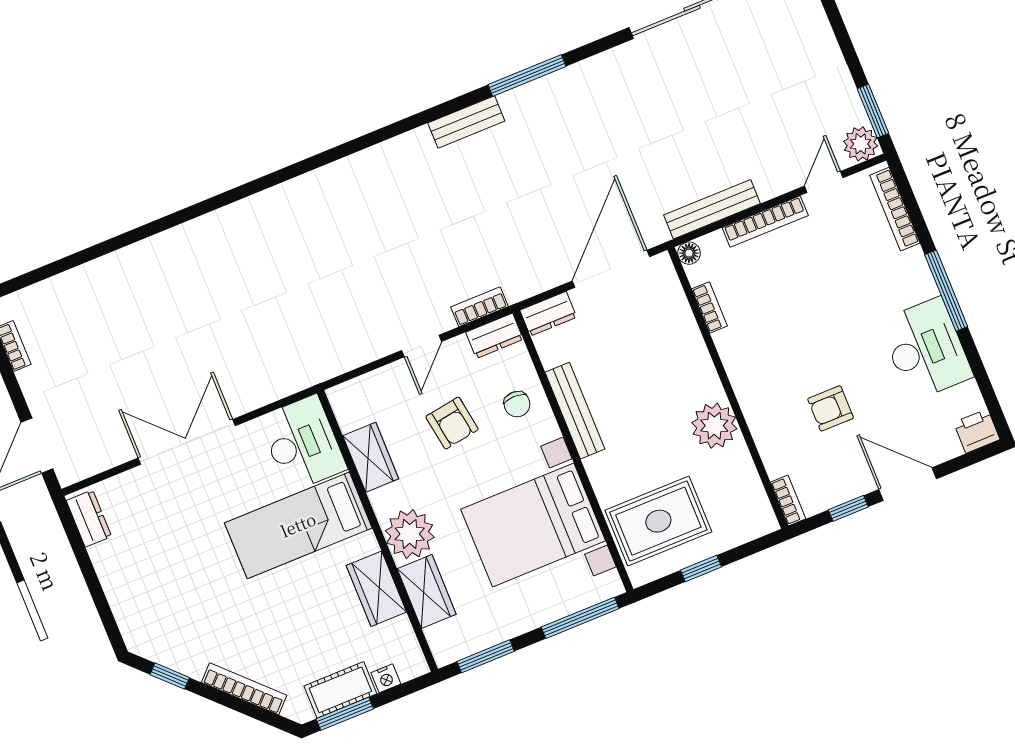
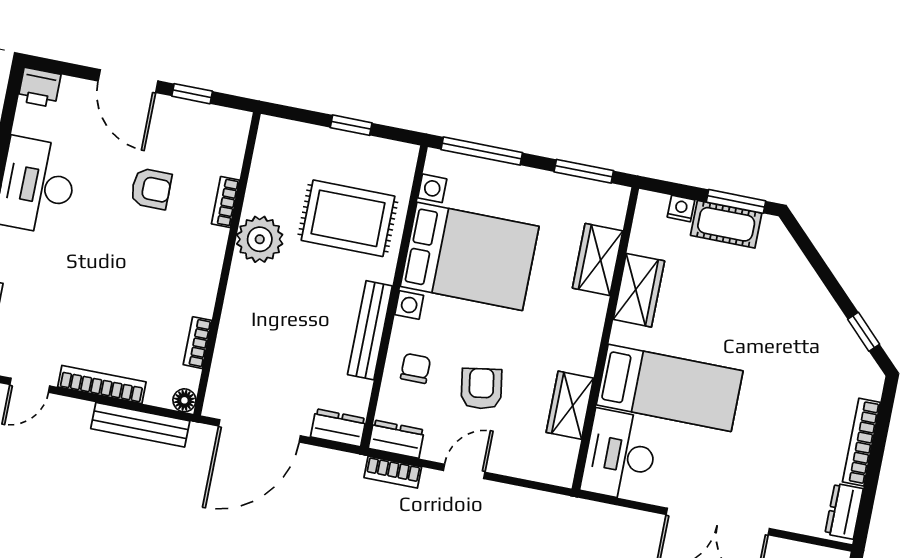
bookcase: (788, 500) -> (225, 202), moved
rug: (658, 521) -> (348, 218), moved
plant: (410, 534) -> (580, 318), removed
bookcase: (244, 689) -> (861, 442), moved, turned 45

